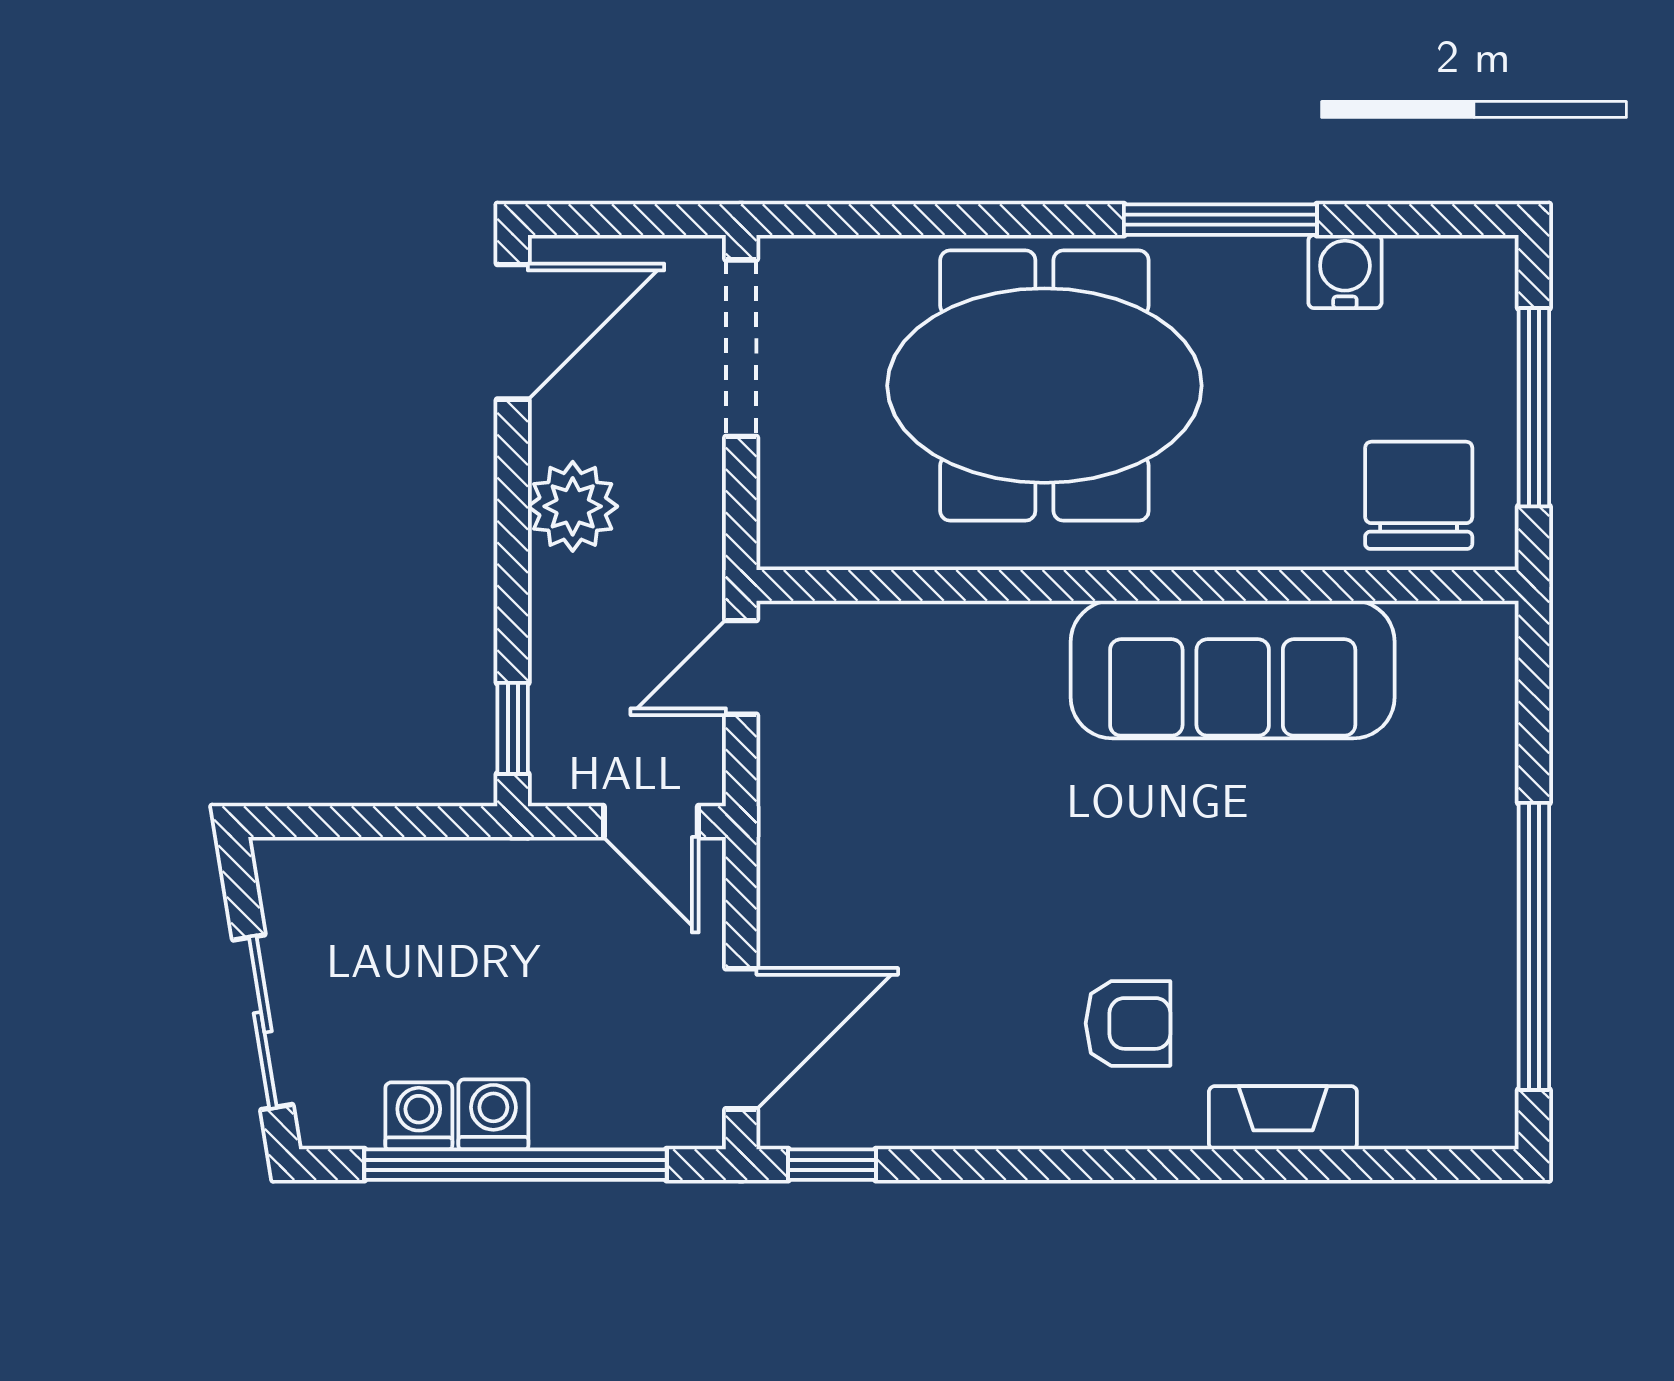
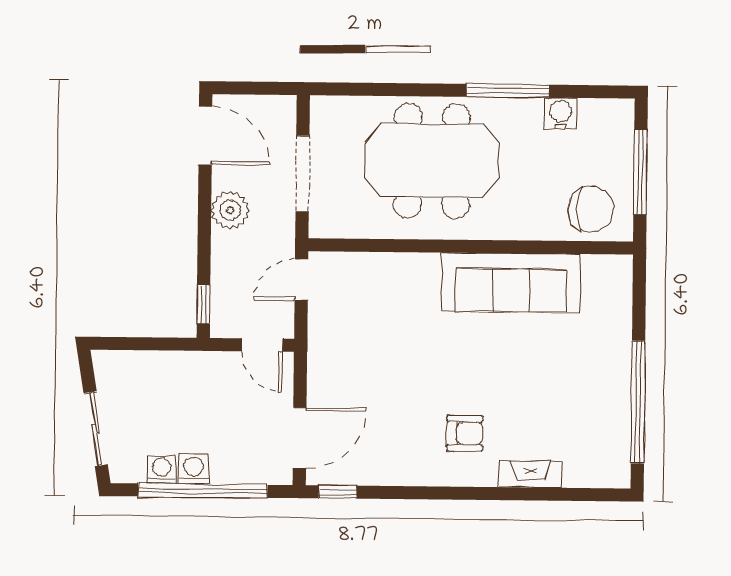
door: (513, 332) -> (205, 135), hinge flipped
doorway: (741, 348) -> (302, 174), moved
chair: (1419, 495) -> (591, 209), turned 90

